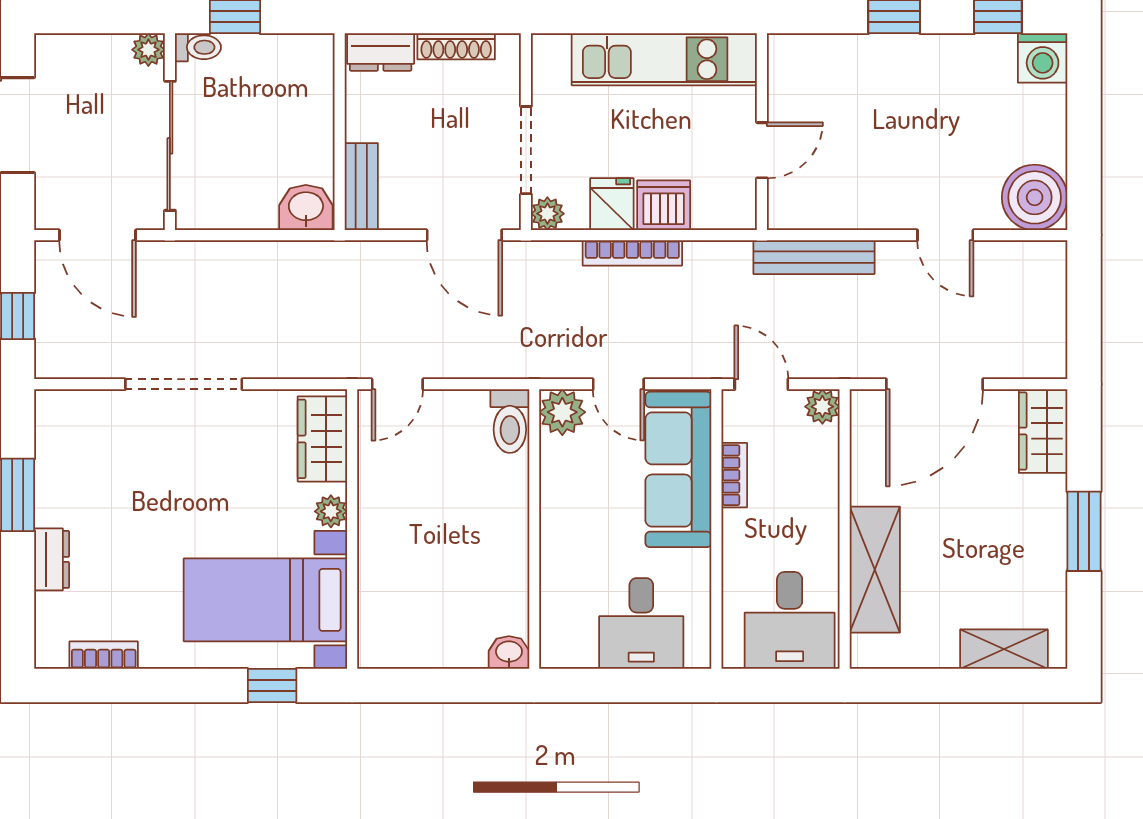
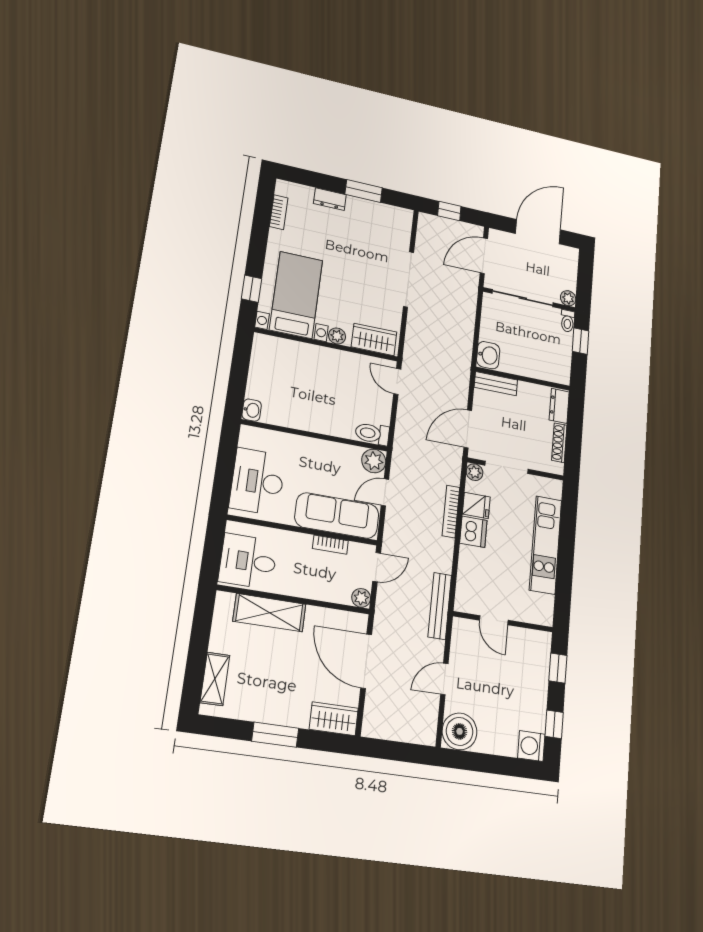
wall: (762, 132) -> (503, 622), moved
door: (762, 150) -> (494, 620), moved
desk: (641, 623) -> (257, 482), width x1.37

